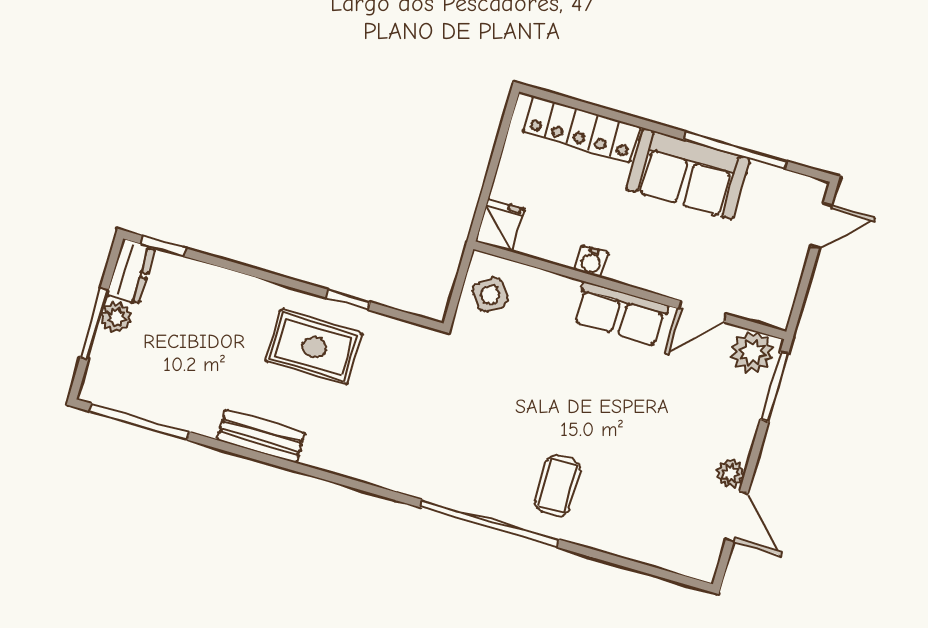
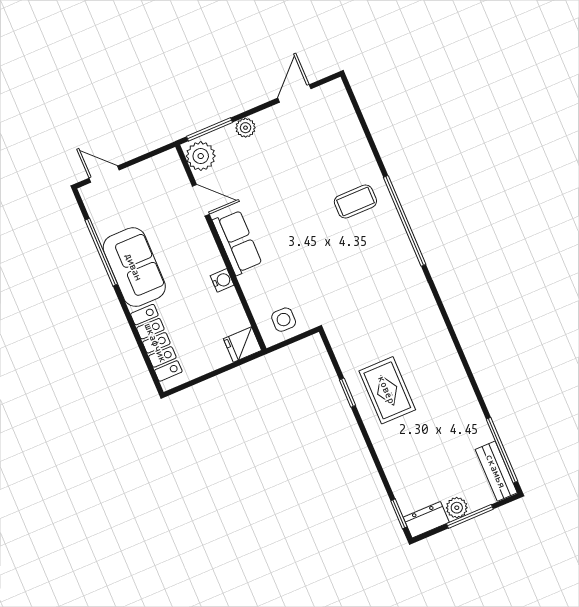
side table: (490, 295) -> (284, 320), turned 37
bench: (261, 436) -> (496, 471), moved
plant: (730, 473) -> (245, 128), moved

